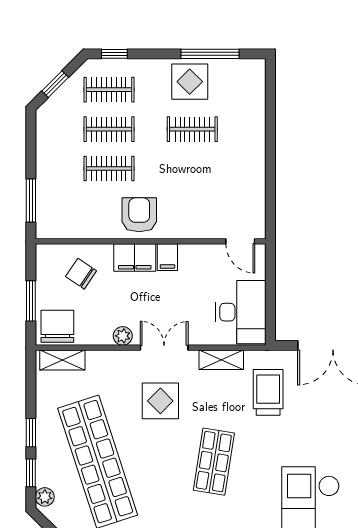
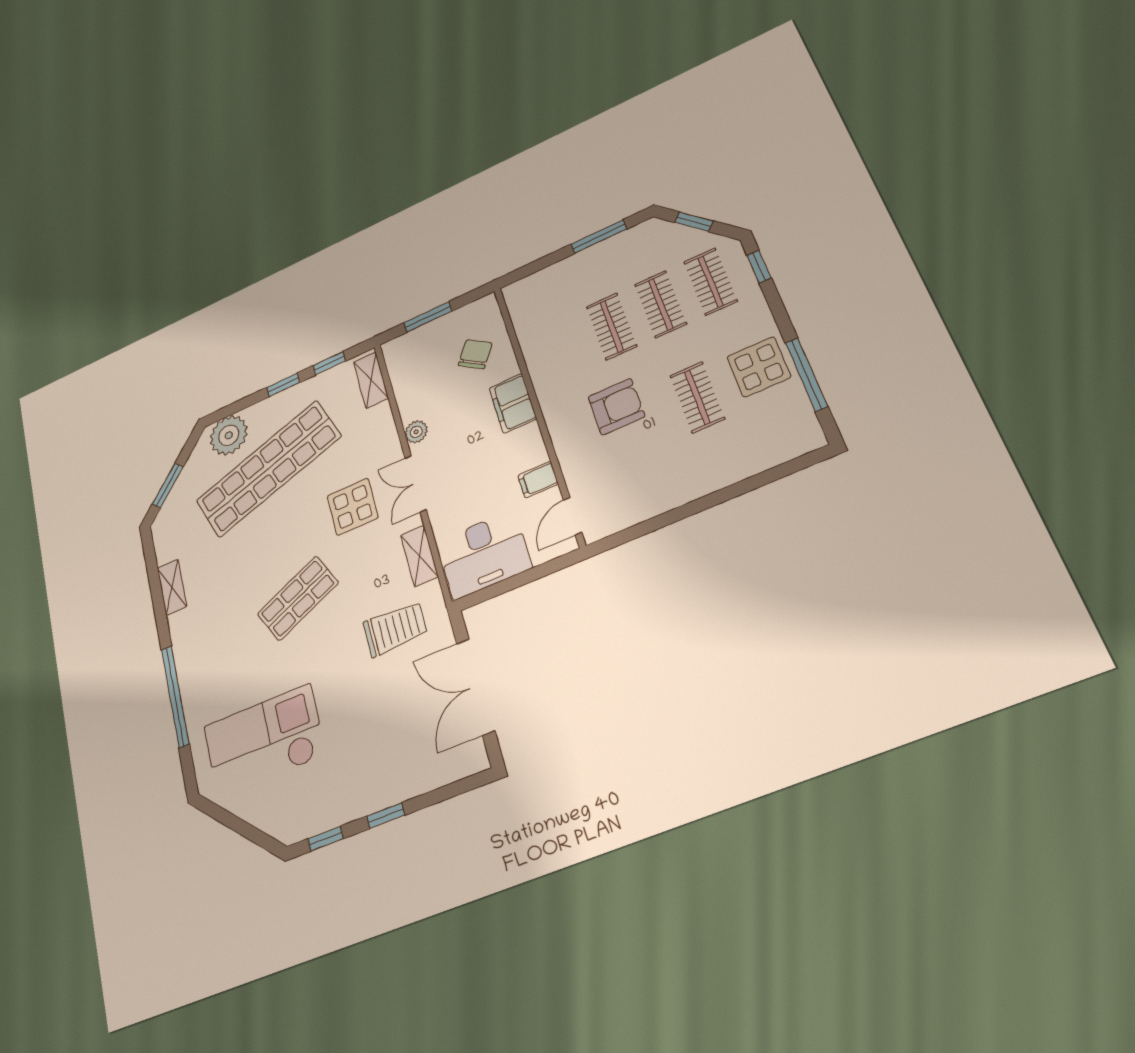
window: (31, 201) -> (599, 237), moved
armchair: (139, 215) -> (616, 407), moved
filing cabinet: (167, 257) -> (538, 480), moved
chair: (57, 326) -> (407, 357), removed
double door: (164, 348) -> (416, 484), swing flipped
shop shelf: (214, 462) -> (298, 598), turned -33
window: (31, 473) -> (329, 363), moved
plant: (45, 497) -> (229, 435), width x1.87, depth x1.87

